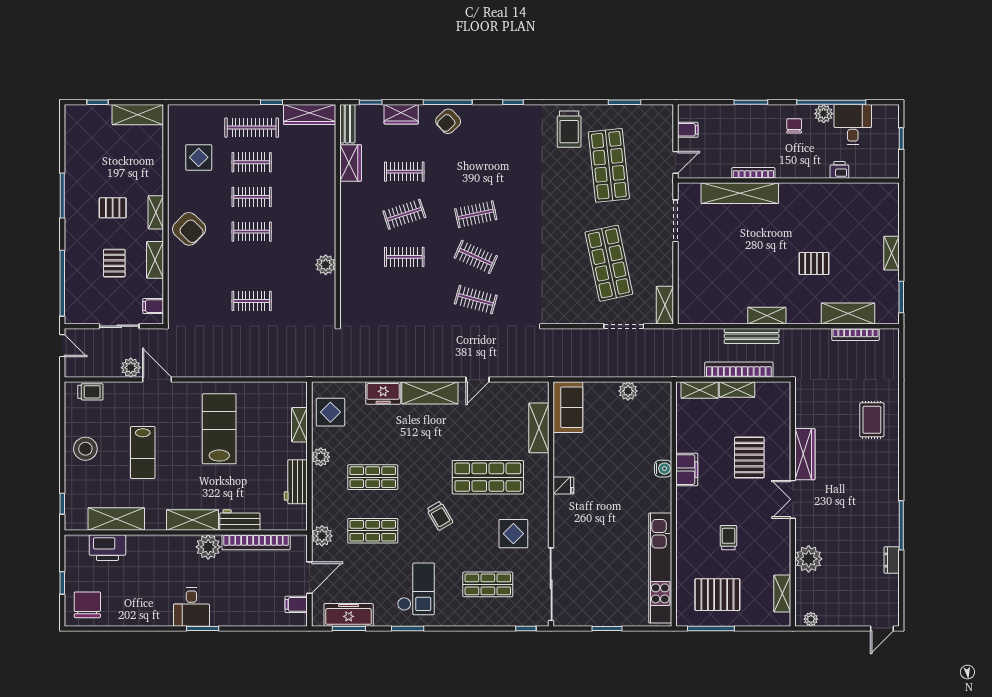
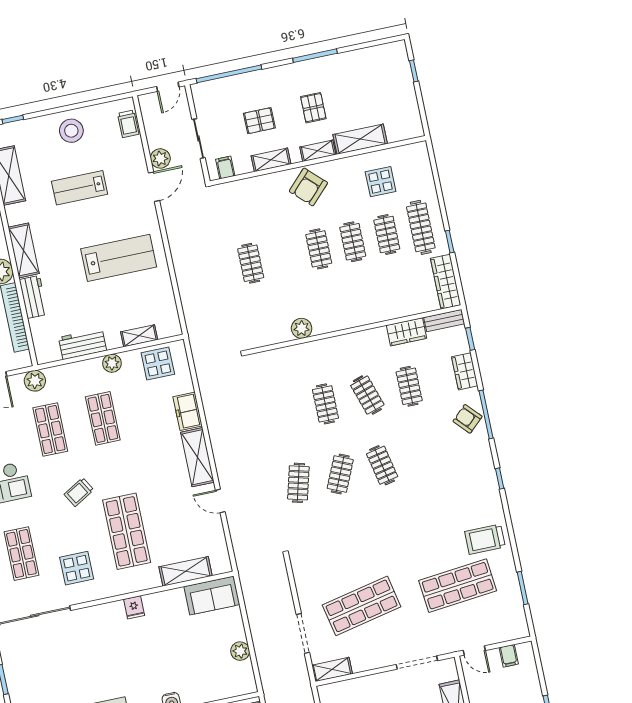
shelving: (138, 115) -> (360, 139), moved, turned 90

